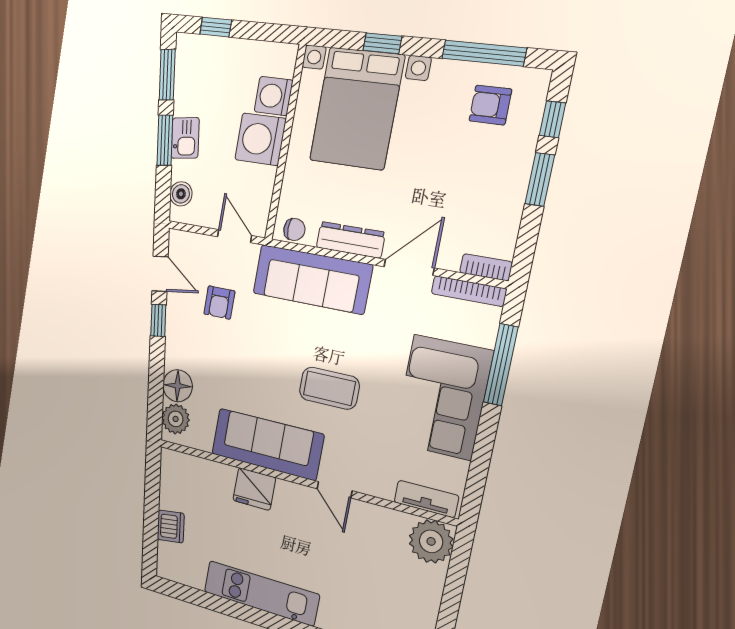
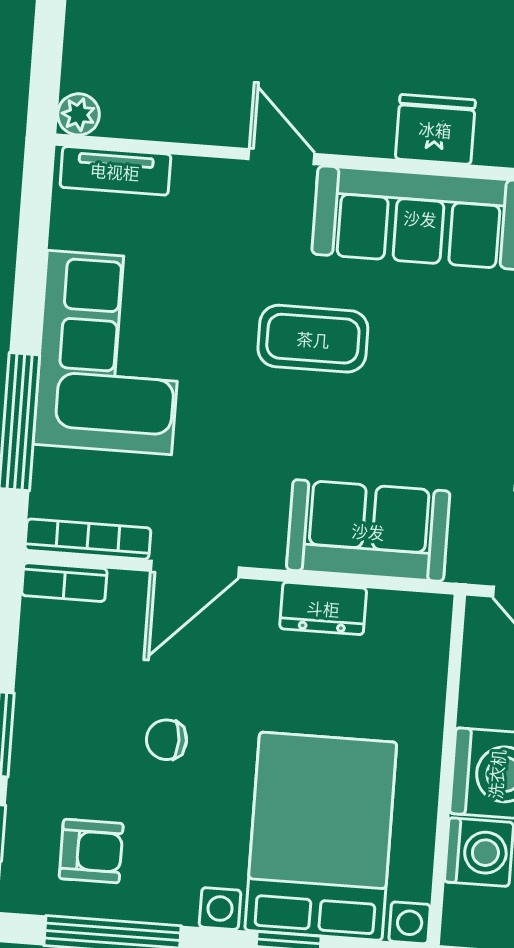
chair: (294, 230) -> (166, 740), moved
dresser: (351, 240) -> (323, 608), width x0.70
sofa: (312, 279) -> (368, 531), width x0.73
plant: (431, 541) -> (78, 114), width x0.53, depth x0.53

